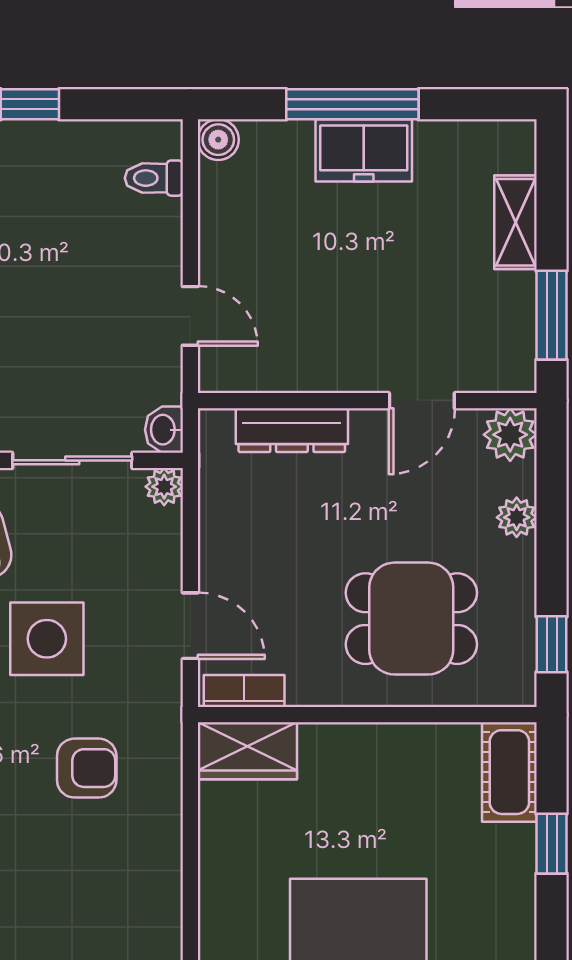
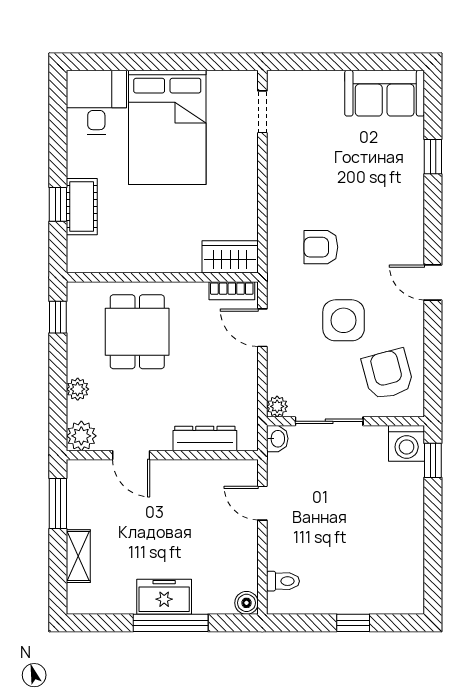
door: (422, 401) -> (131, 455), swing flipped
dining table: (411, 619) -> (137, 332), turned 90
cot: (509, 772) -> (82, 207), moved

